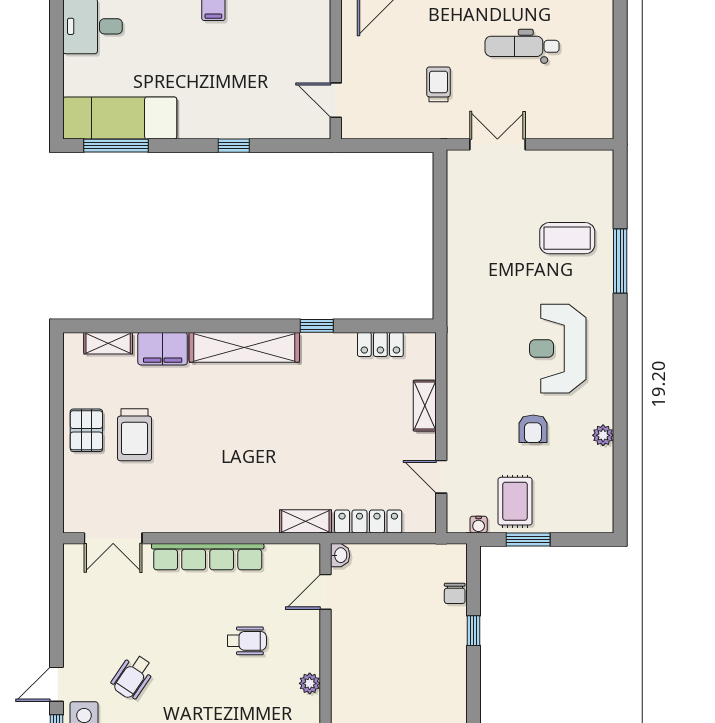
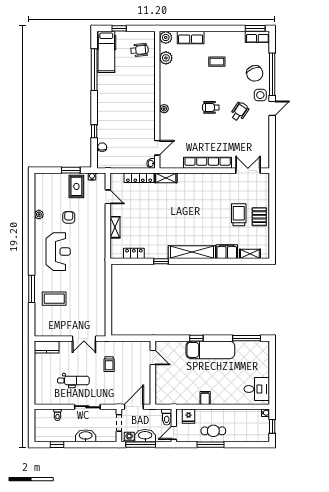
exam couch: (120, 118) -> (210, 350), moved
kitchen counter: (585, 125) -> (47, 347), added
wheelchair: (247, 641) -> (211, 107), moved

